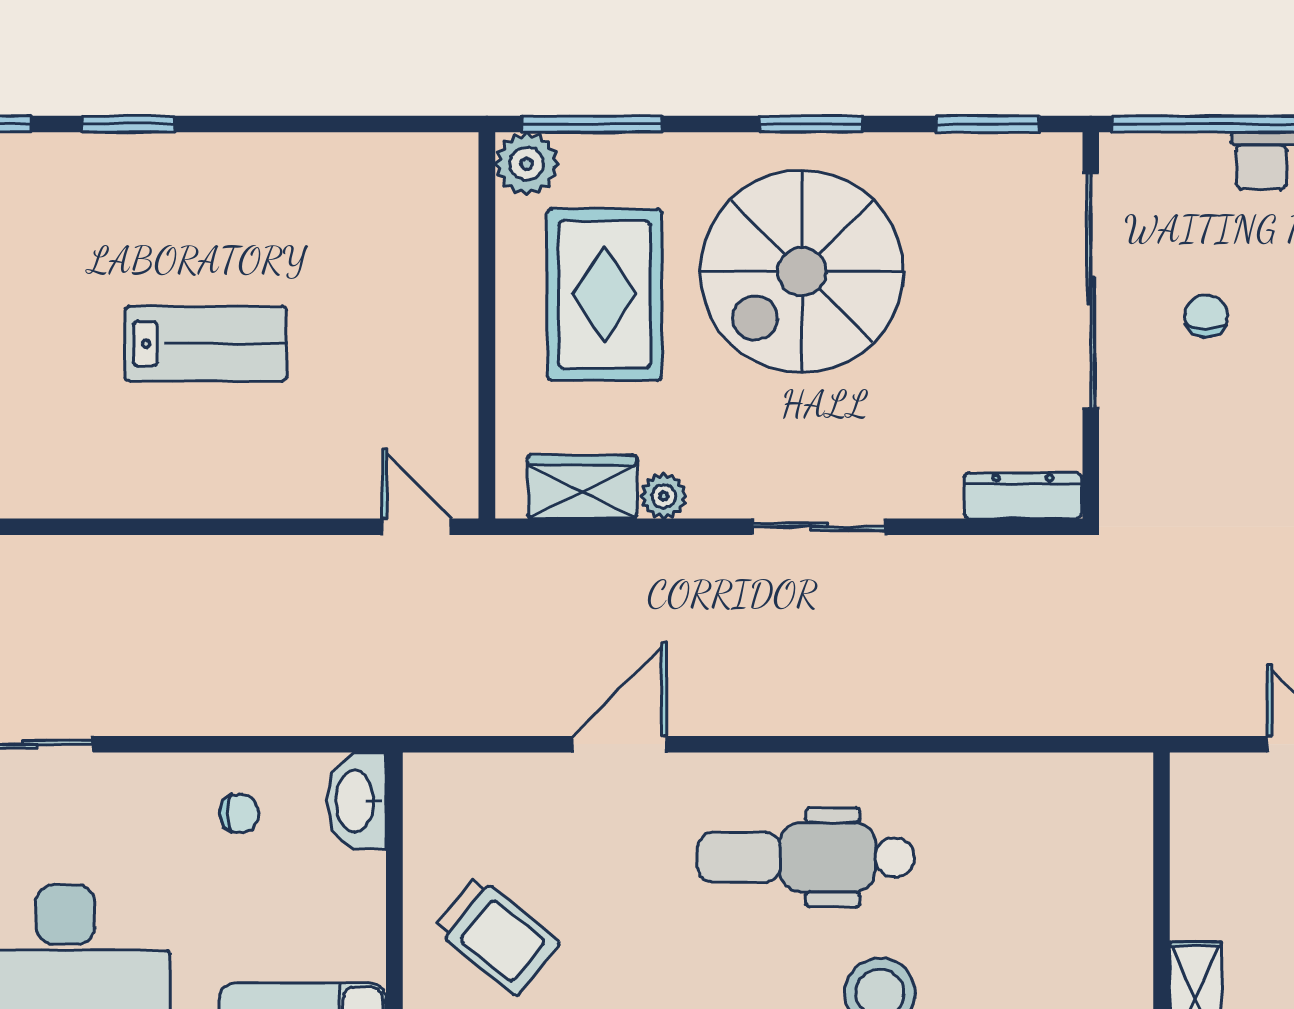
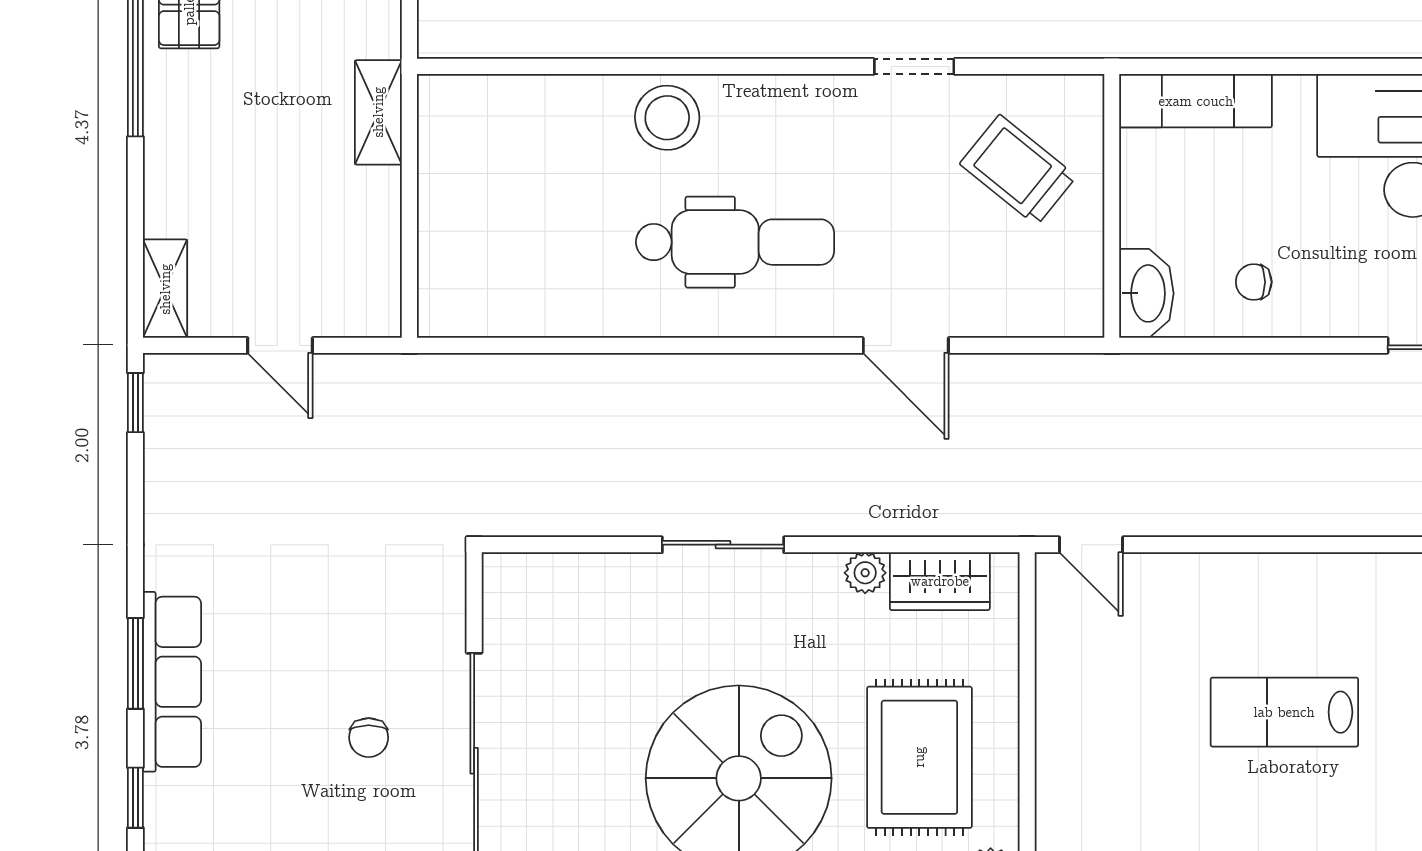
dresser: (1023, 496) -> (536, 573), removed
door: (619, 744) -> (906, 345), hinge flipped

